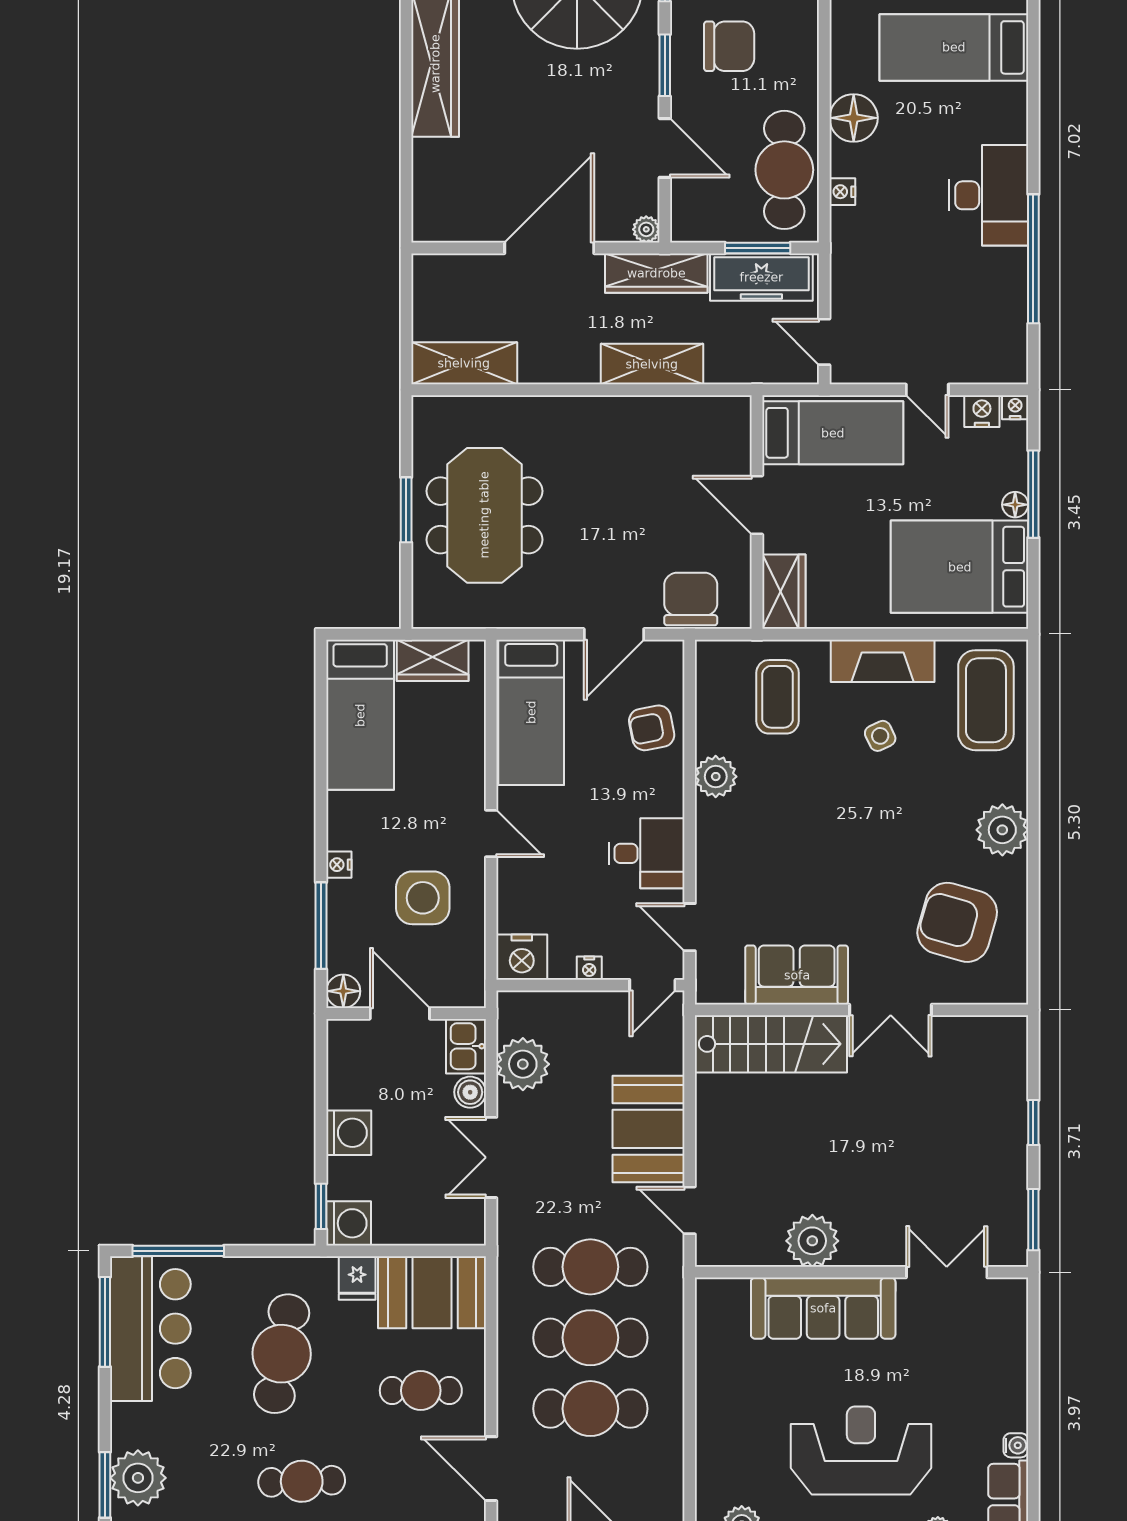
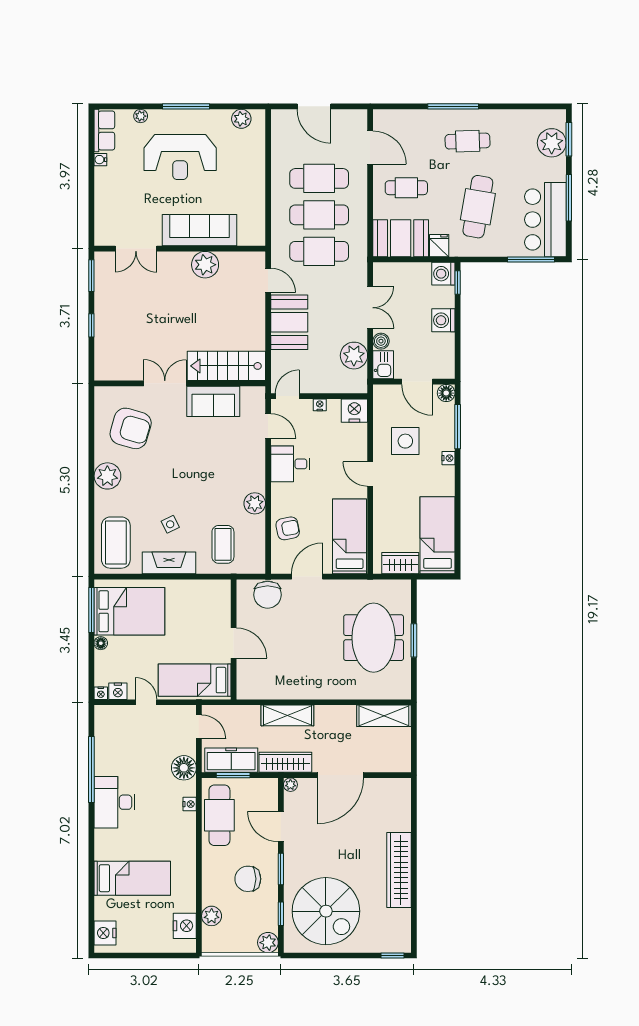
floor lamp: (854, 118) -> (184, 768), moved
window: (1033, 494) -> (91, 610), moved
wardrobe: (784, 592) -> (220, 598), removed
window: (105, 1322) -> (569, 198), moved

